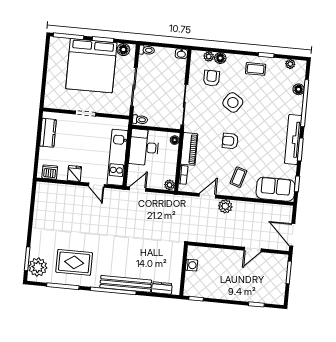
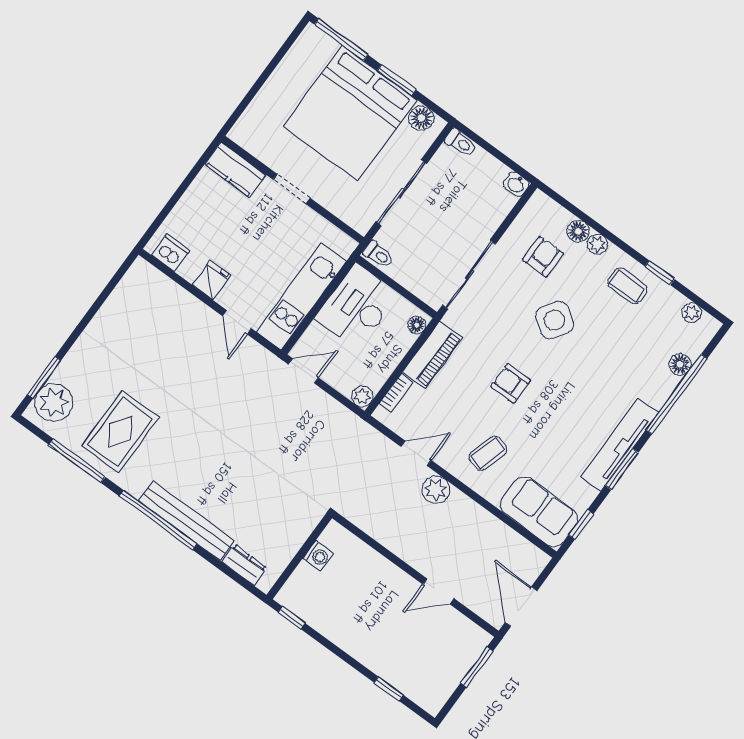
plant: (209, 56) -> (597, 244), moved
kitchen counter: (48, 133) -> (235, 170), moved, turned 90
rug: (74, 262) -> (120, 432), turned 90

